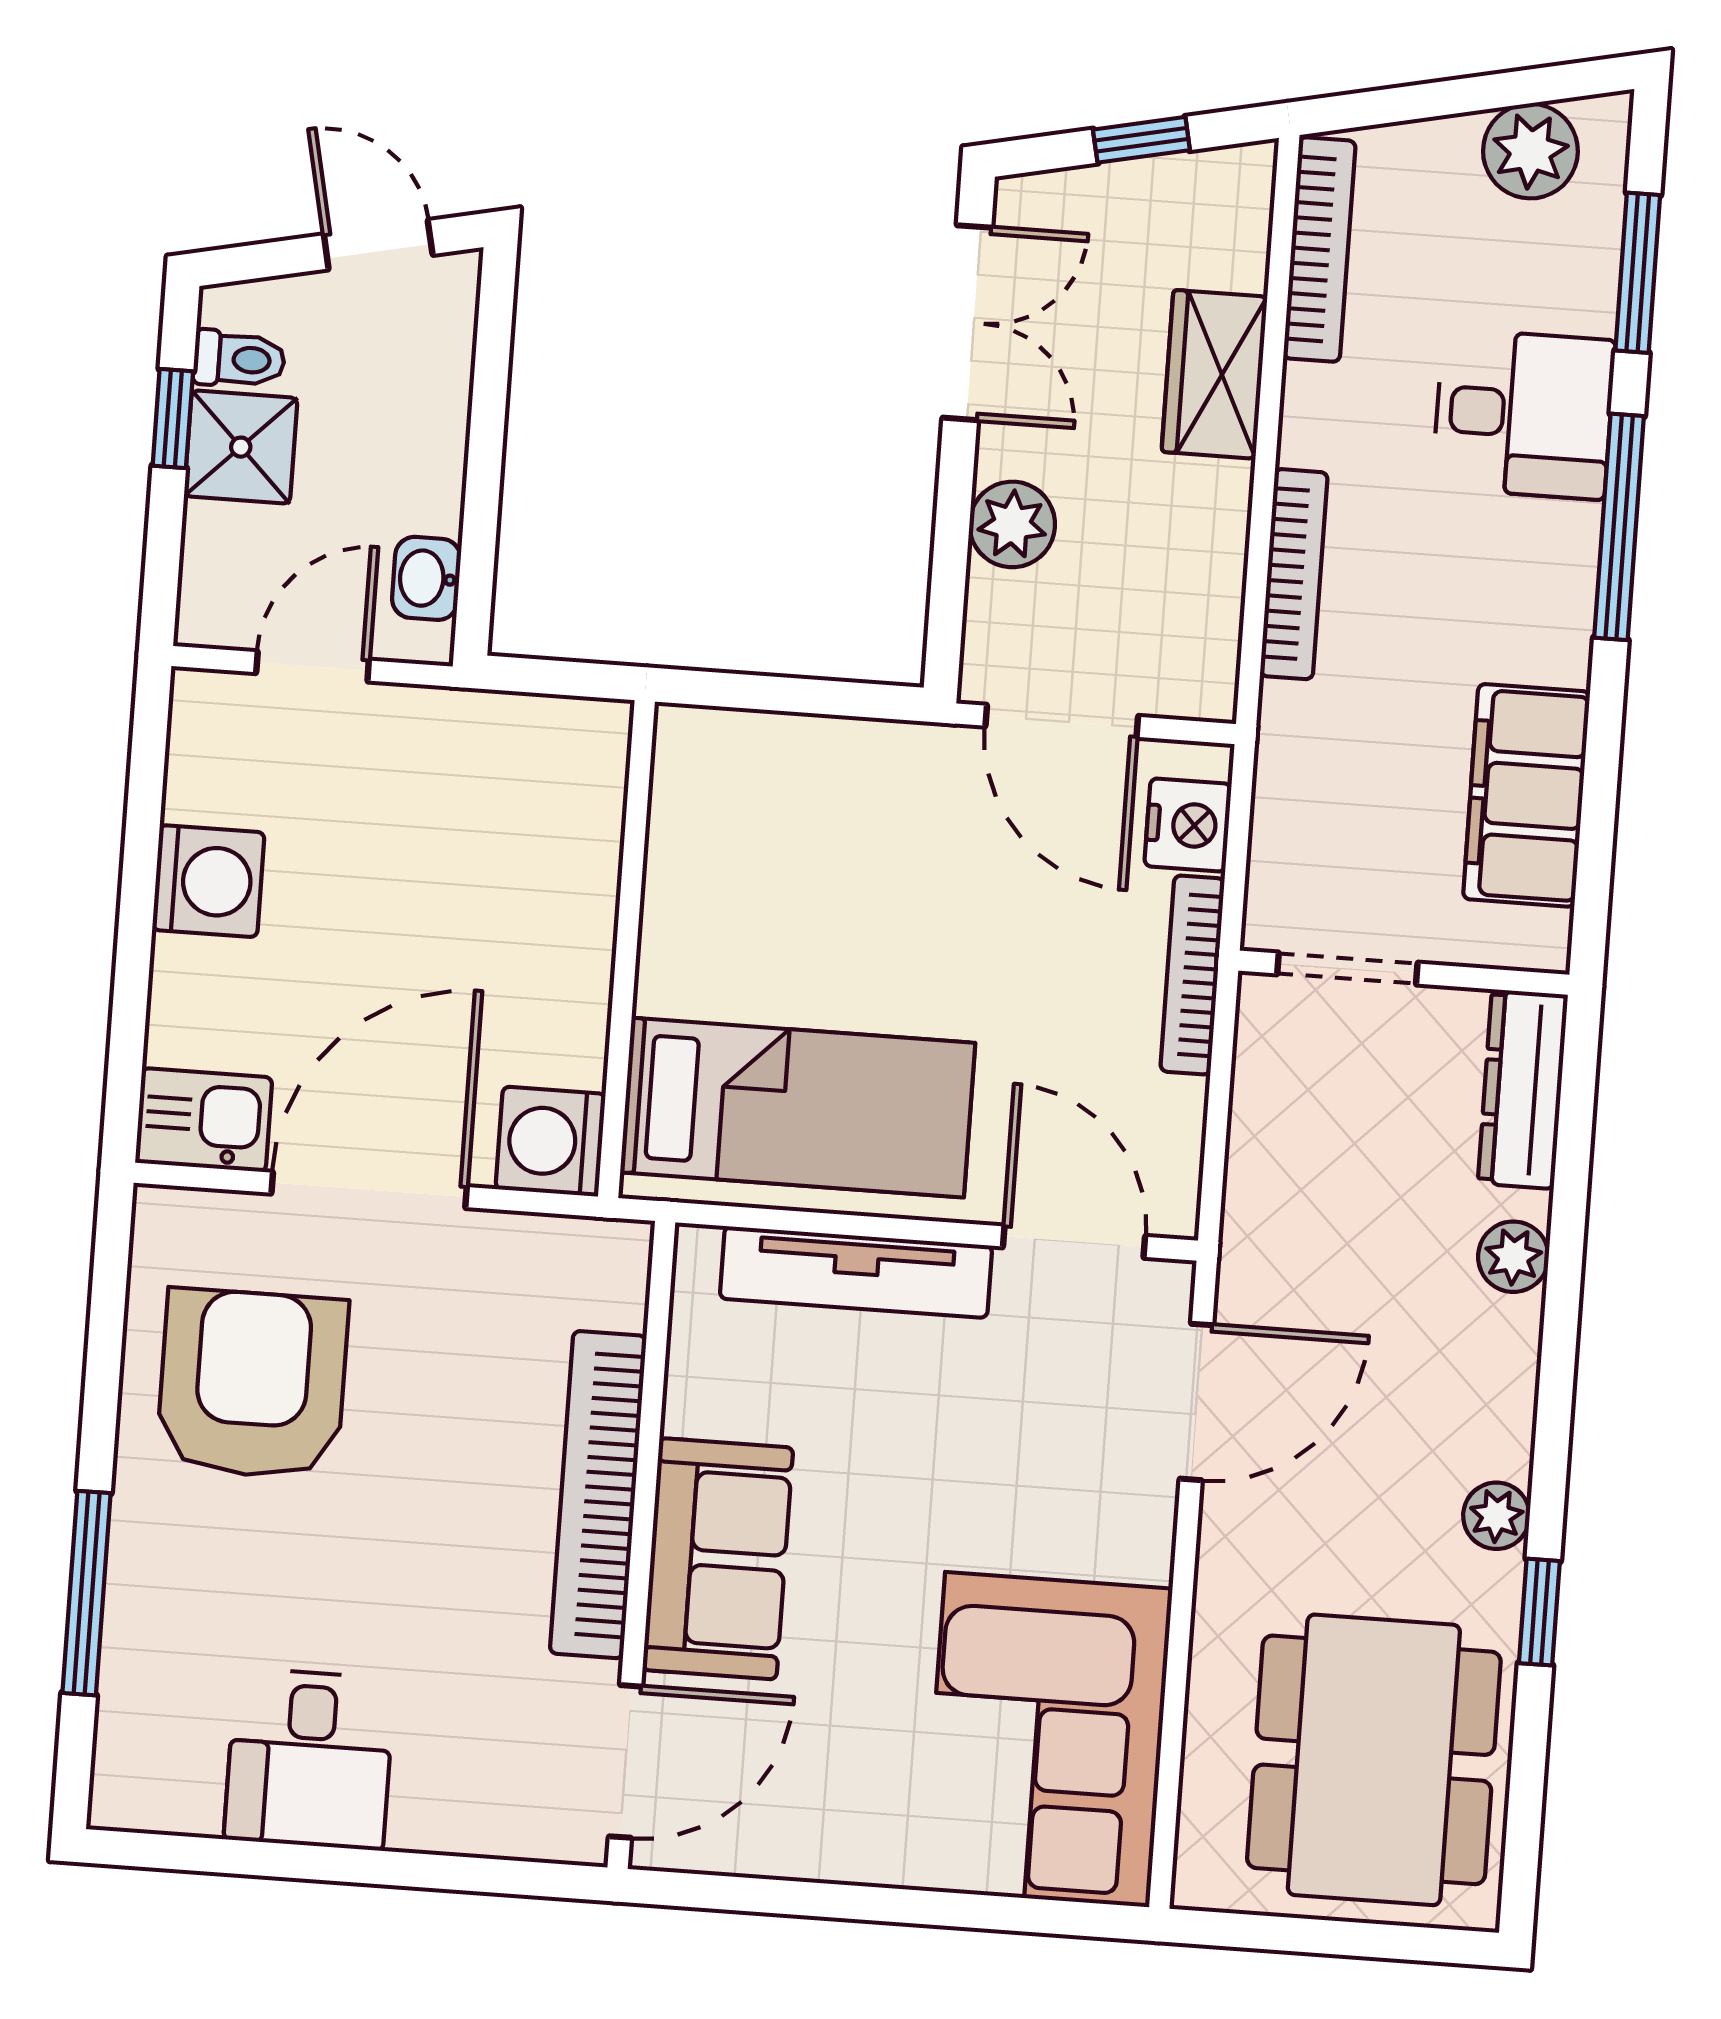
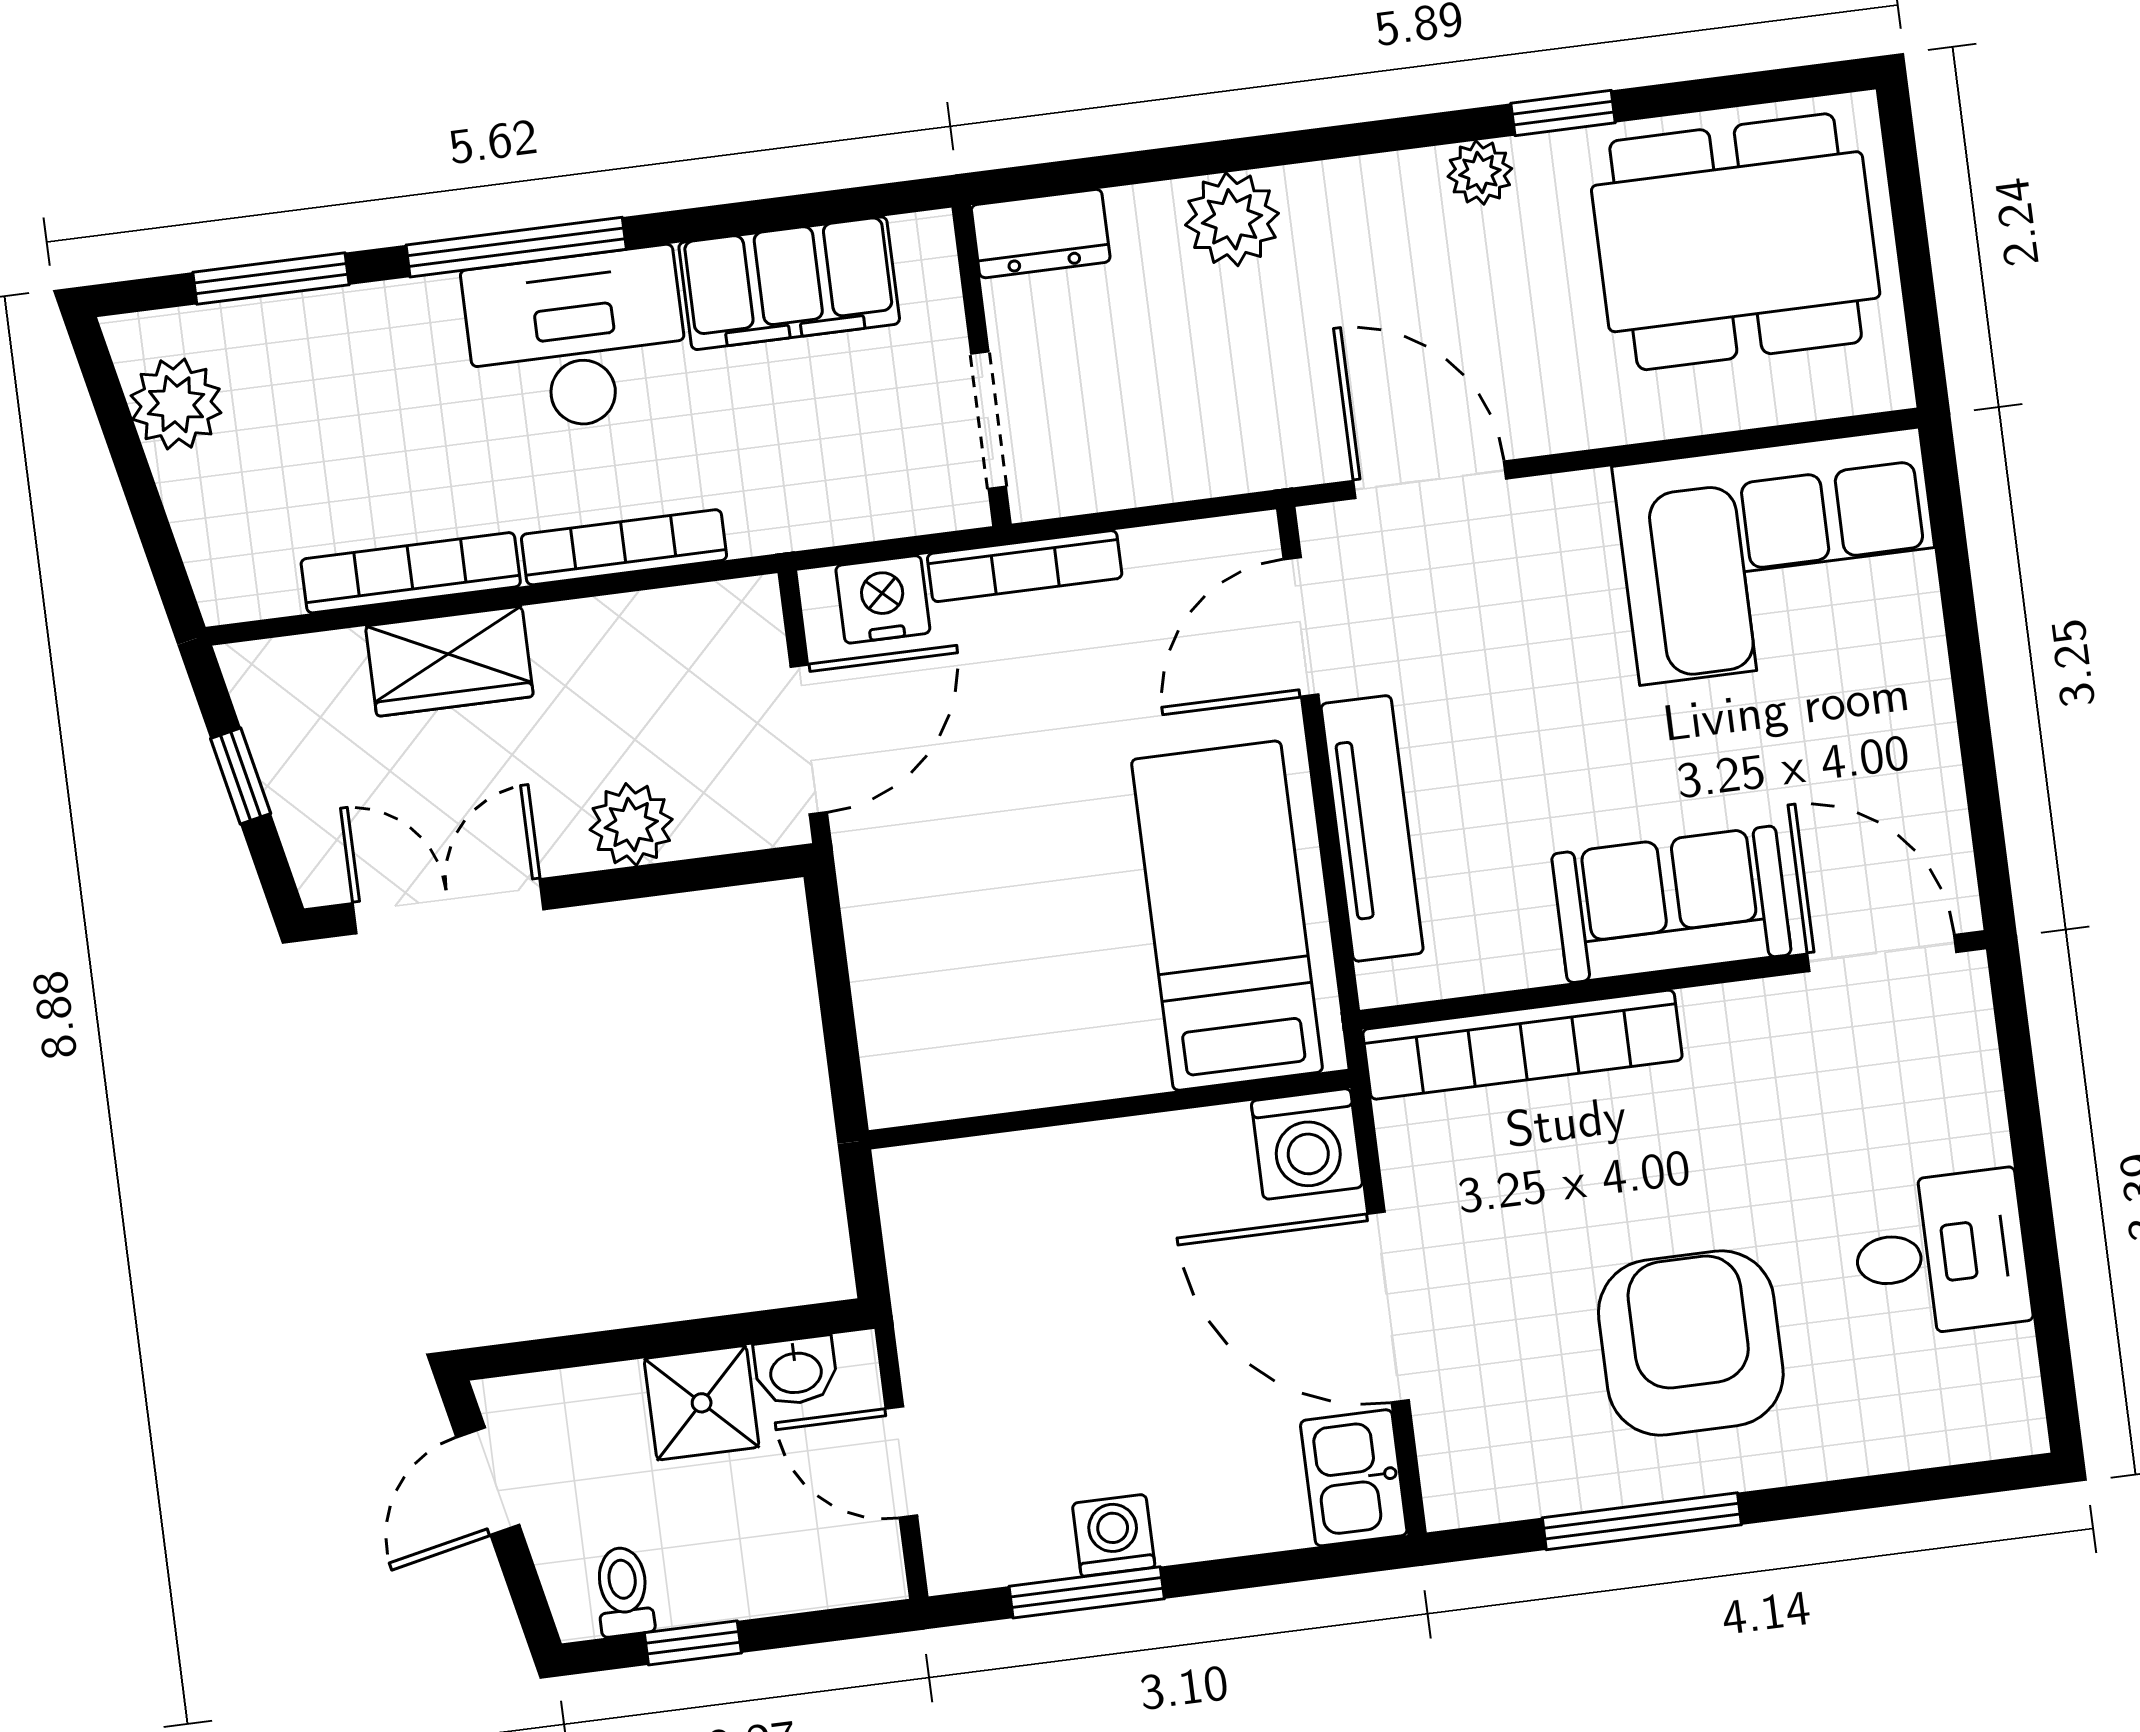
bookcase: (1319, 250) -> (411, 573), moved
desk: (1524, 414) -> (577, 340), moved, width x1.37
shower: (241, 447) -> (702, 1403), moved
window: (143, 827) -> (1087, 1592), added
washing machine: (208, 881) -> (1114, 1535), width x0.73, depth x0.73
dresser: (1523, 1089) -> (1041, 234), width x0.70
plant: (1513, 1257) -> (1232, 219), width x1.38, depth x1.38
armchair: (252, 1384) -> (1691, 1343), moved, turned 90
bookcase: (598, 1495) -> (1523, 1045), moved
window: (87, 1593) -> (1642, 1521), moved

